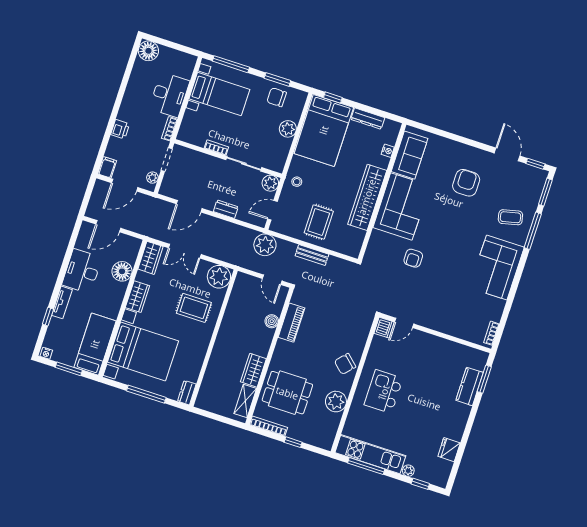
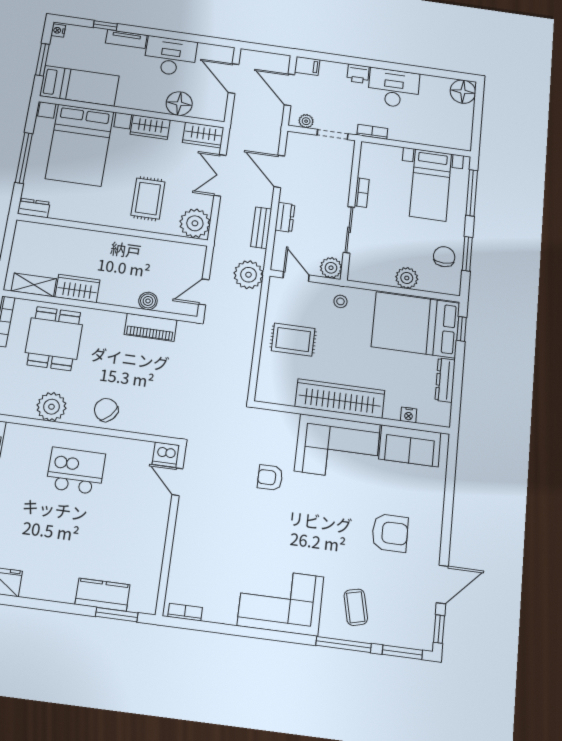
desk: (169, 95) -> (394, 88), moved, turned 180
bench: (312, 255) -> (261, 228), moved

